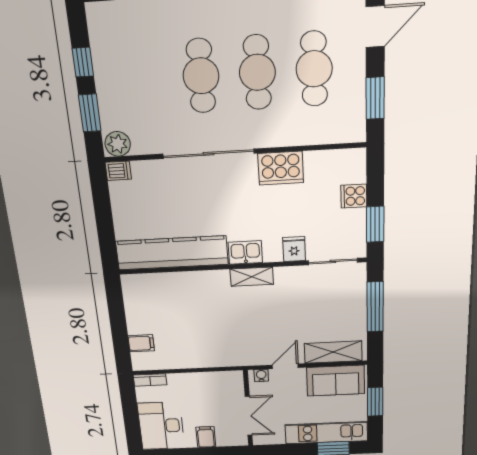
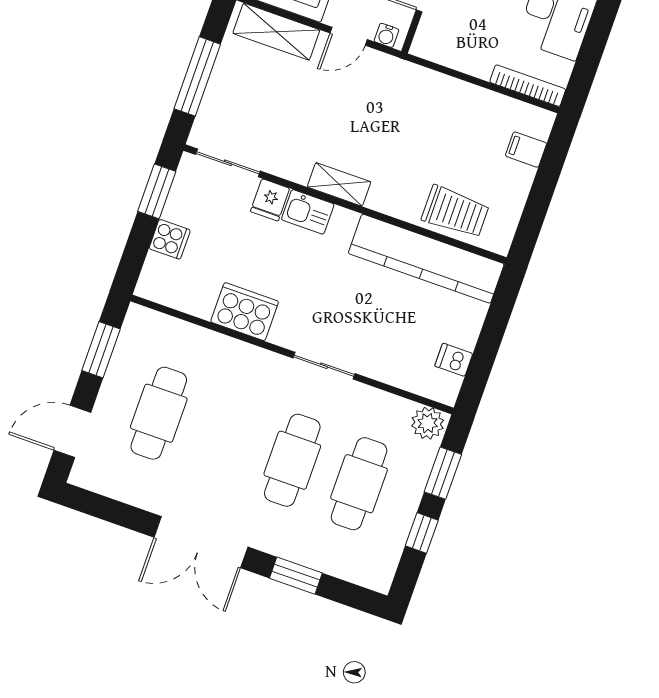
cafe table: (257, 72) -> (359, 484), moved
sliding door: (208, 154) -> (324, 366), width x0.54
dishwasher: (118, 171) -> (454, 360), moved
kitchen sink: (245, 252) -> (308, 212), moved
trolley: (167, 289) -> (455, 212), added
bookcase: (150, 380) -> (528, 86), width x1.56

